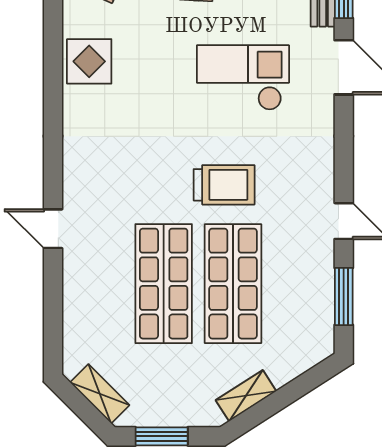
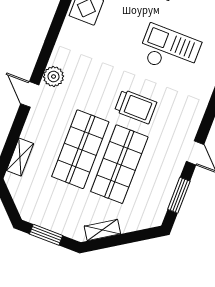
plant: (79, 187) -> (54, 76), added
shelving: (100, 394) -> (20, 157), moved, turned 45

